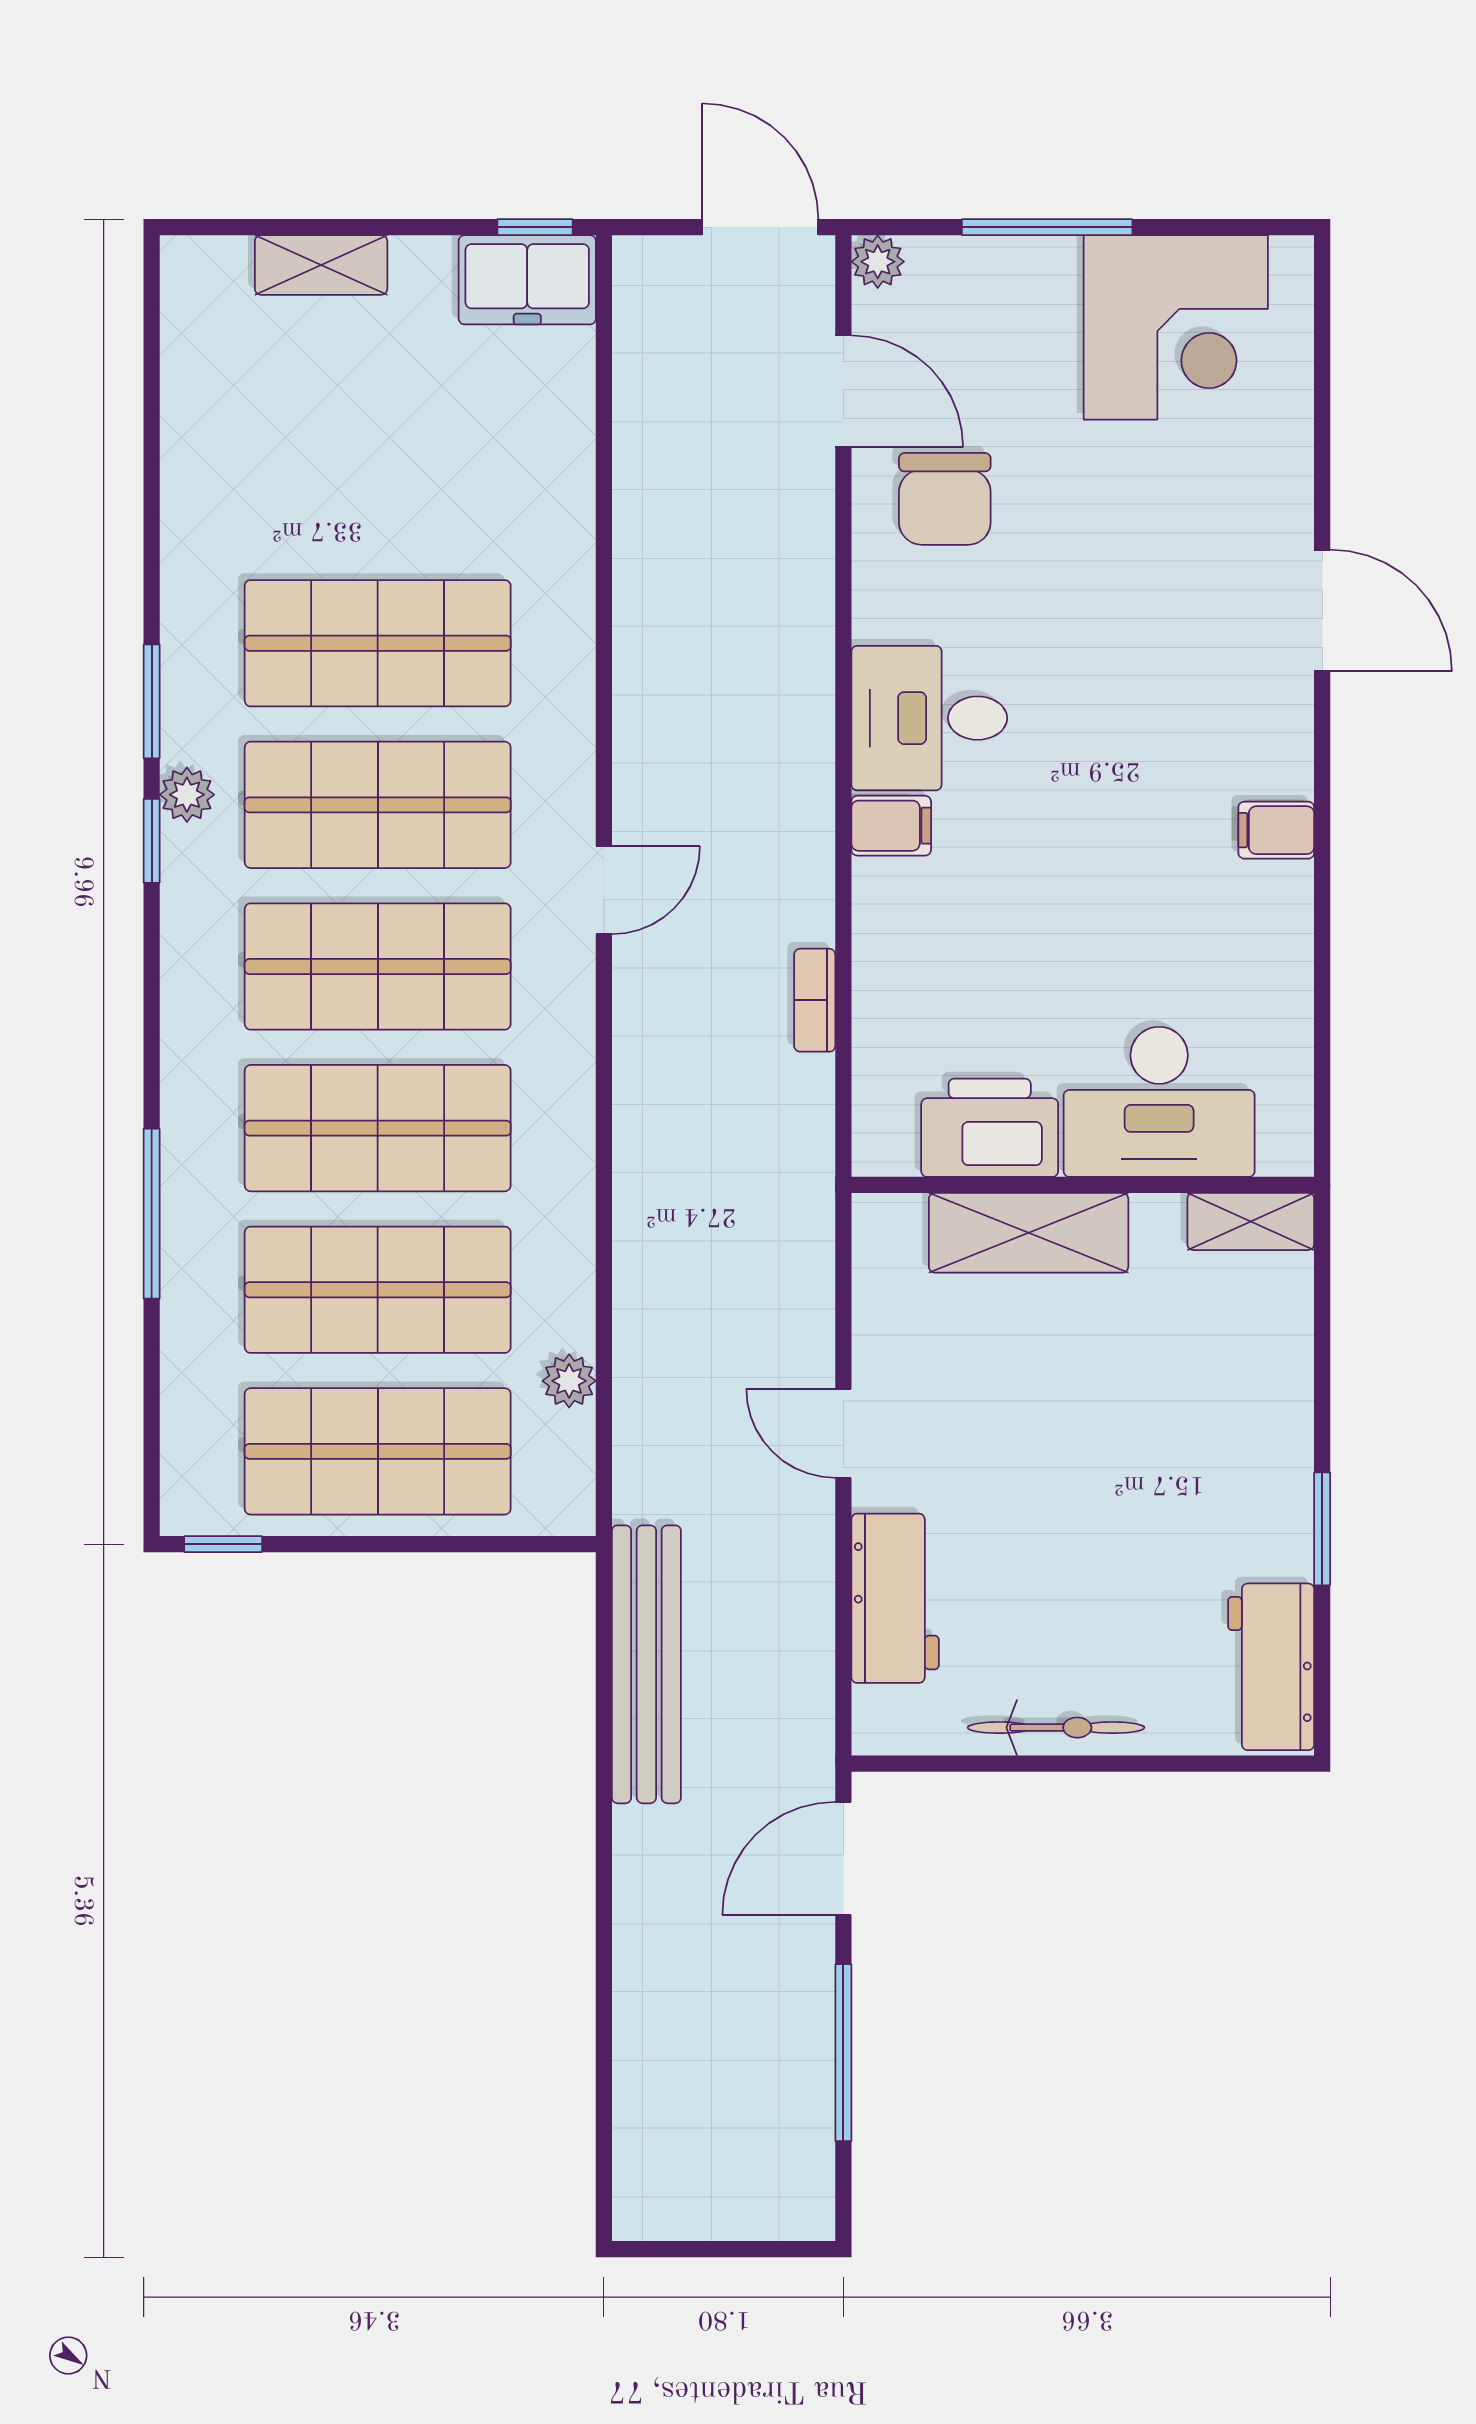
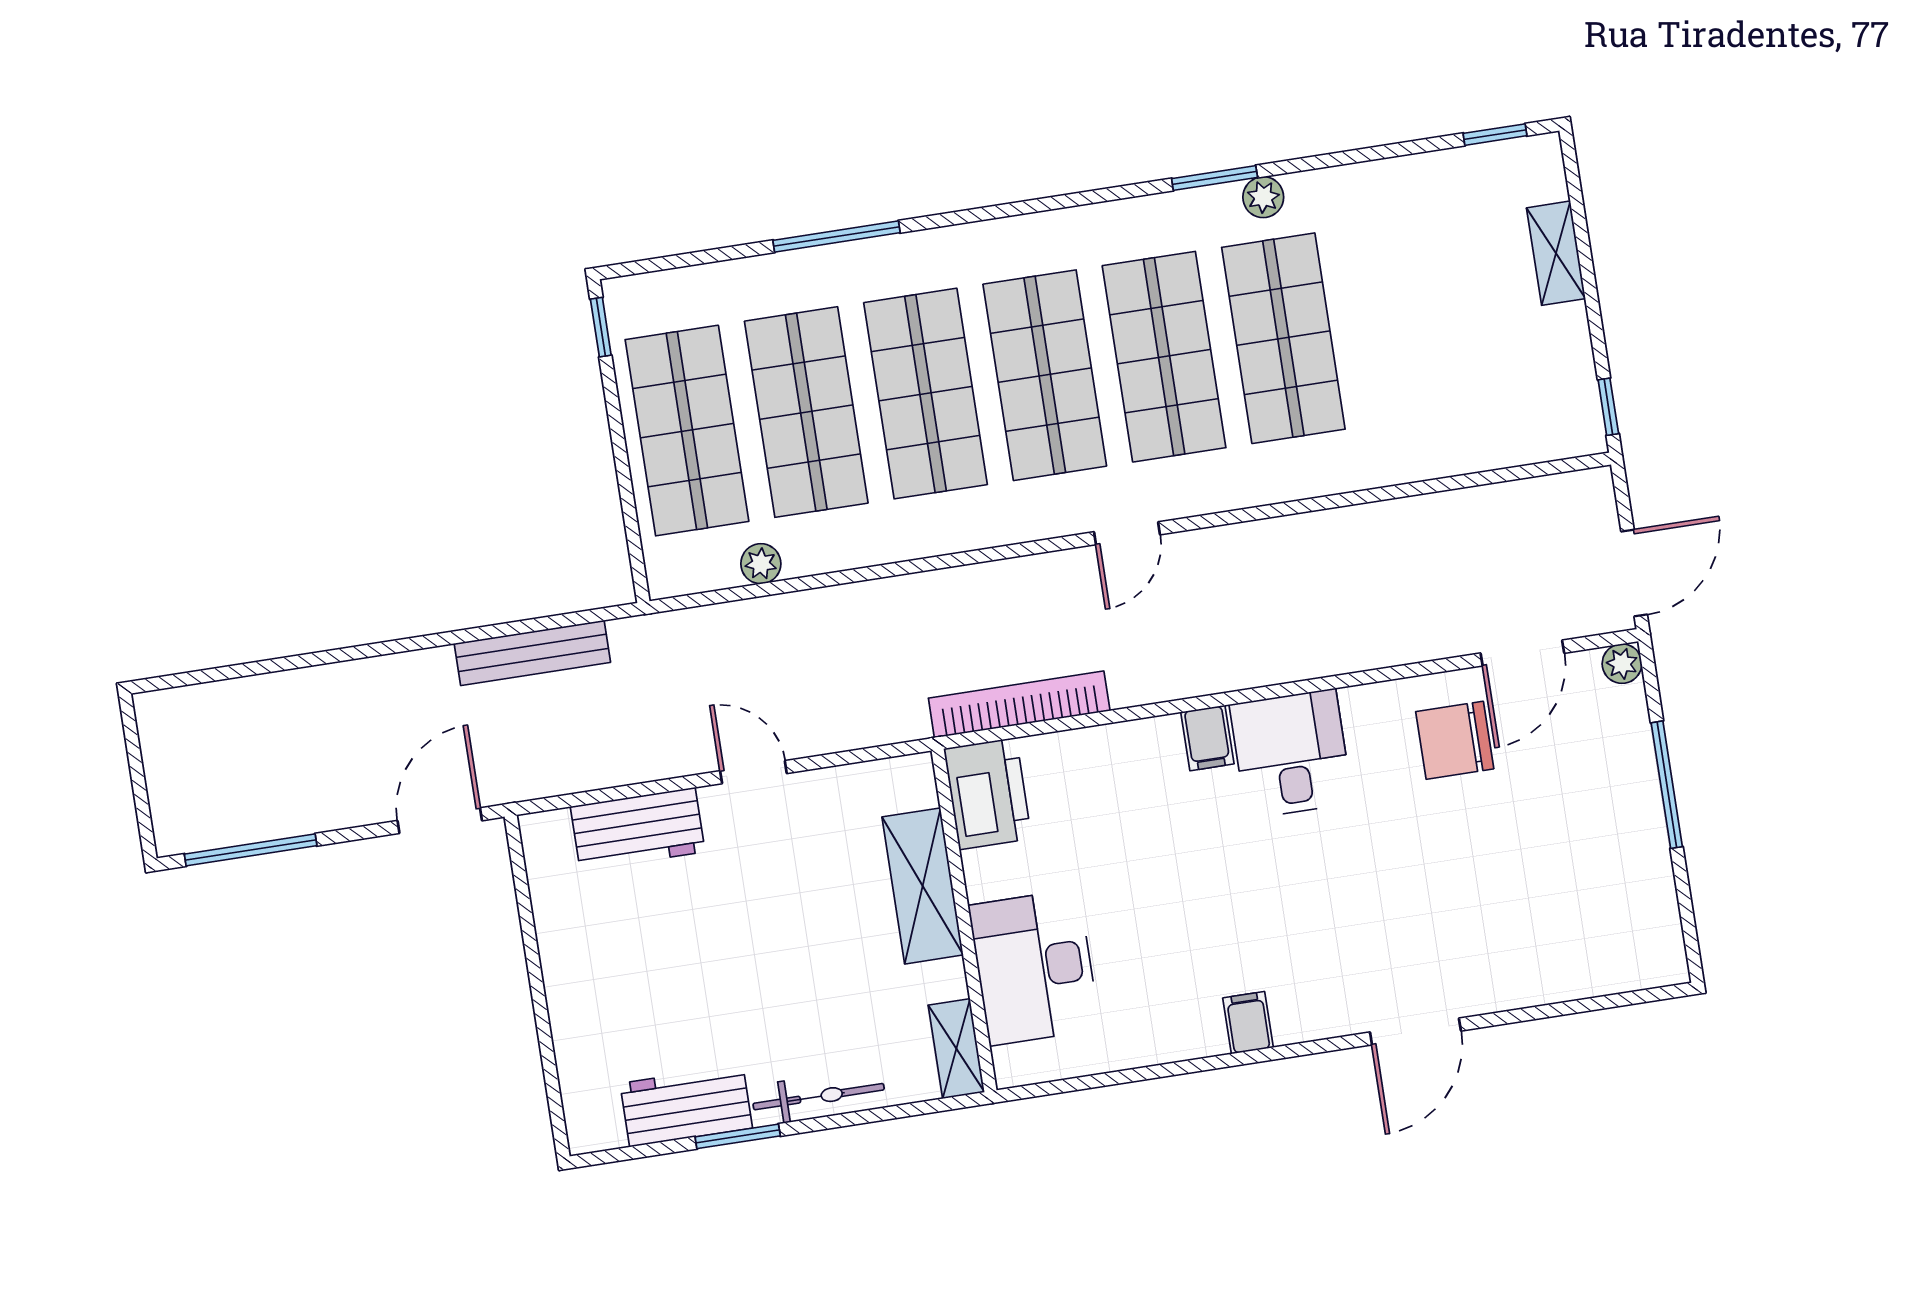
freezer: (527, 280) -> (1569, 407), removed
corner desk: (1176, 327) -> (1608, 891), removed
plant: (187, 795) -> (1263, 197), moved
window: (152, 841) -> (1495, 135), moved
door: (604, 890) -> (1127, 533), hinge flipped
bookcase: (815, 1000) -> (1019, 704), width x2.31, depth x1.31
printer: (990, 1128) -> (988, 794), moved
door: (843, 1433) -> (753, 772), hinge flipped
bench: (646, 1664) -> (532, 653), width x0.73, depth x0.82
workbench: (1271, 1667) -> (686, 1106), moved
bicycle: (1056, 1728) -> (819, 1097), moved, turned -90
door: (843, 1858) -> (440, 821), hinge flipped
window: (843, 2053) -> (251, 850), moved

